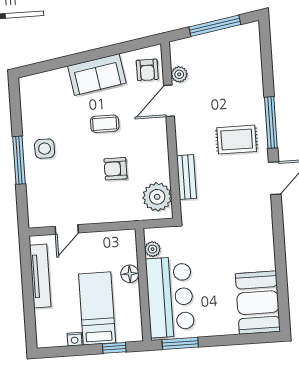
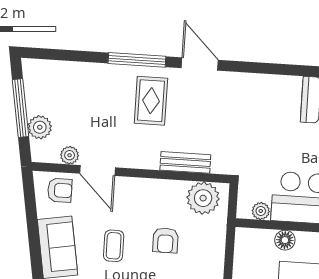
plant: (200, 45) -> (40, 127), added

